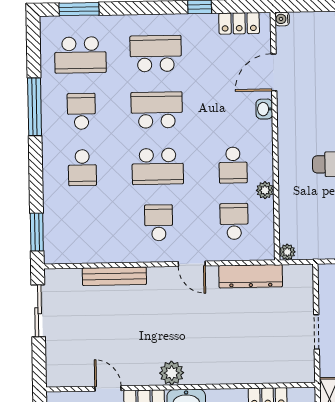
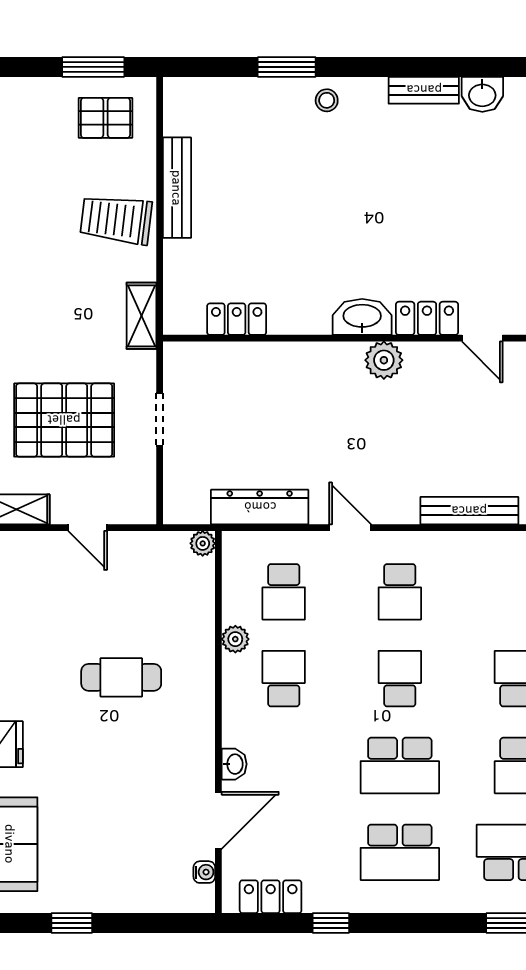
water cooler: (282, 19) -> (204, 872), moved
school desk: (158, 166) -> (400, 679), width x0.54

